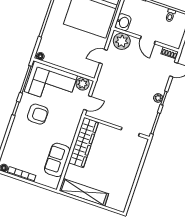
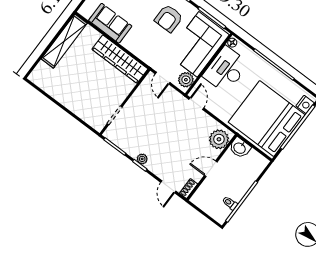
desk: (64, 54) -> (226, 70), added
door: (103, 57) -> (196, 104), moved

